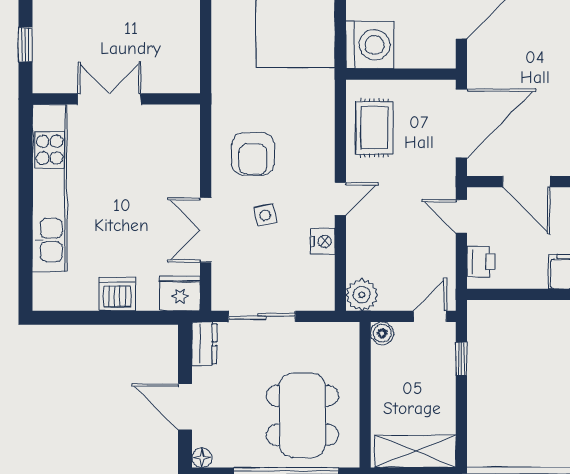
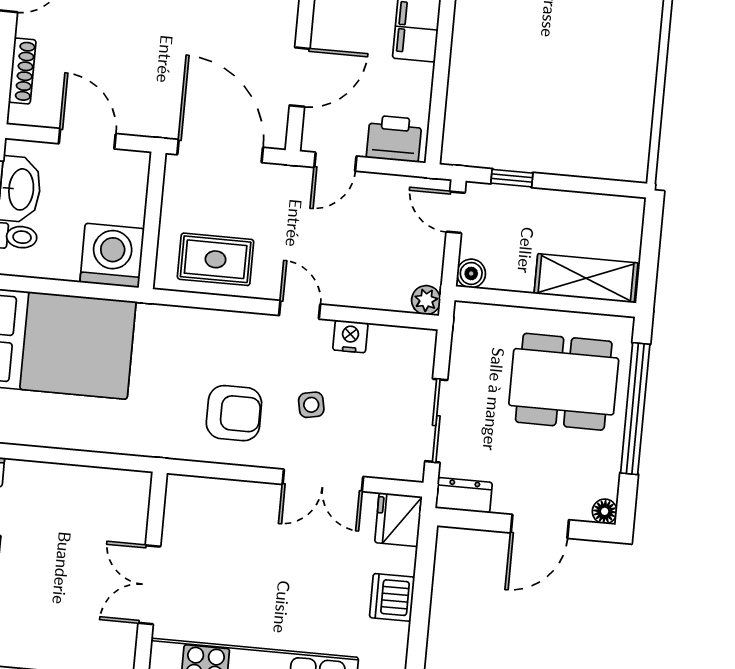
printer: (481, 262) -> (394, 139), width x1.36, depth x1.24
plant: (362, 295) -> (426, 300), width x0.73, depth x0.73
shelving: (415, 451) -> (586, 278), moved, turned 90

